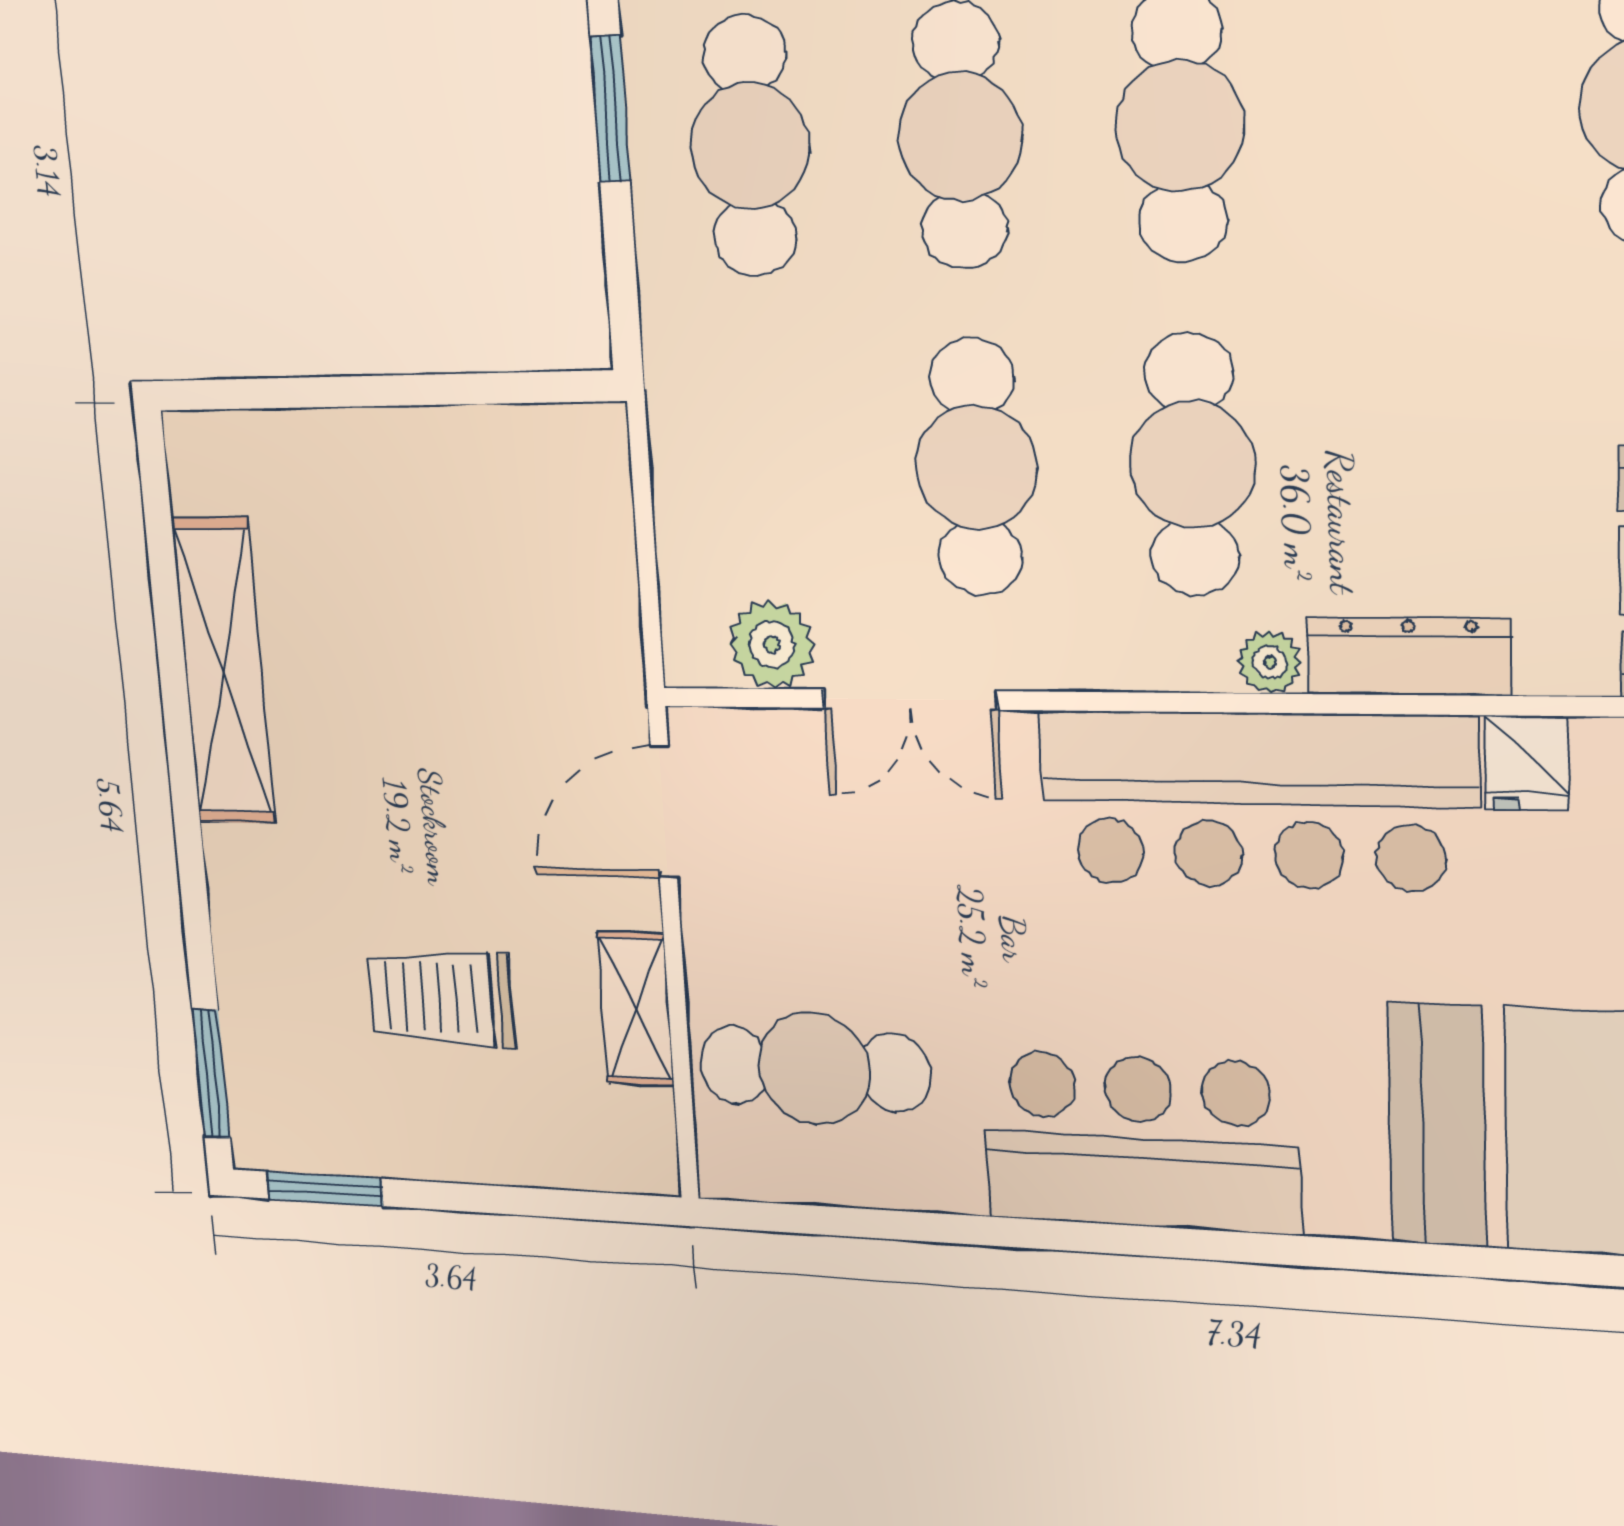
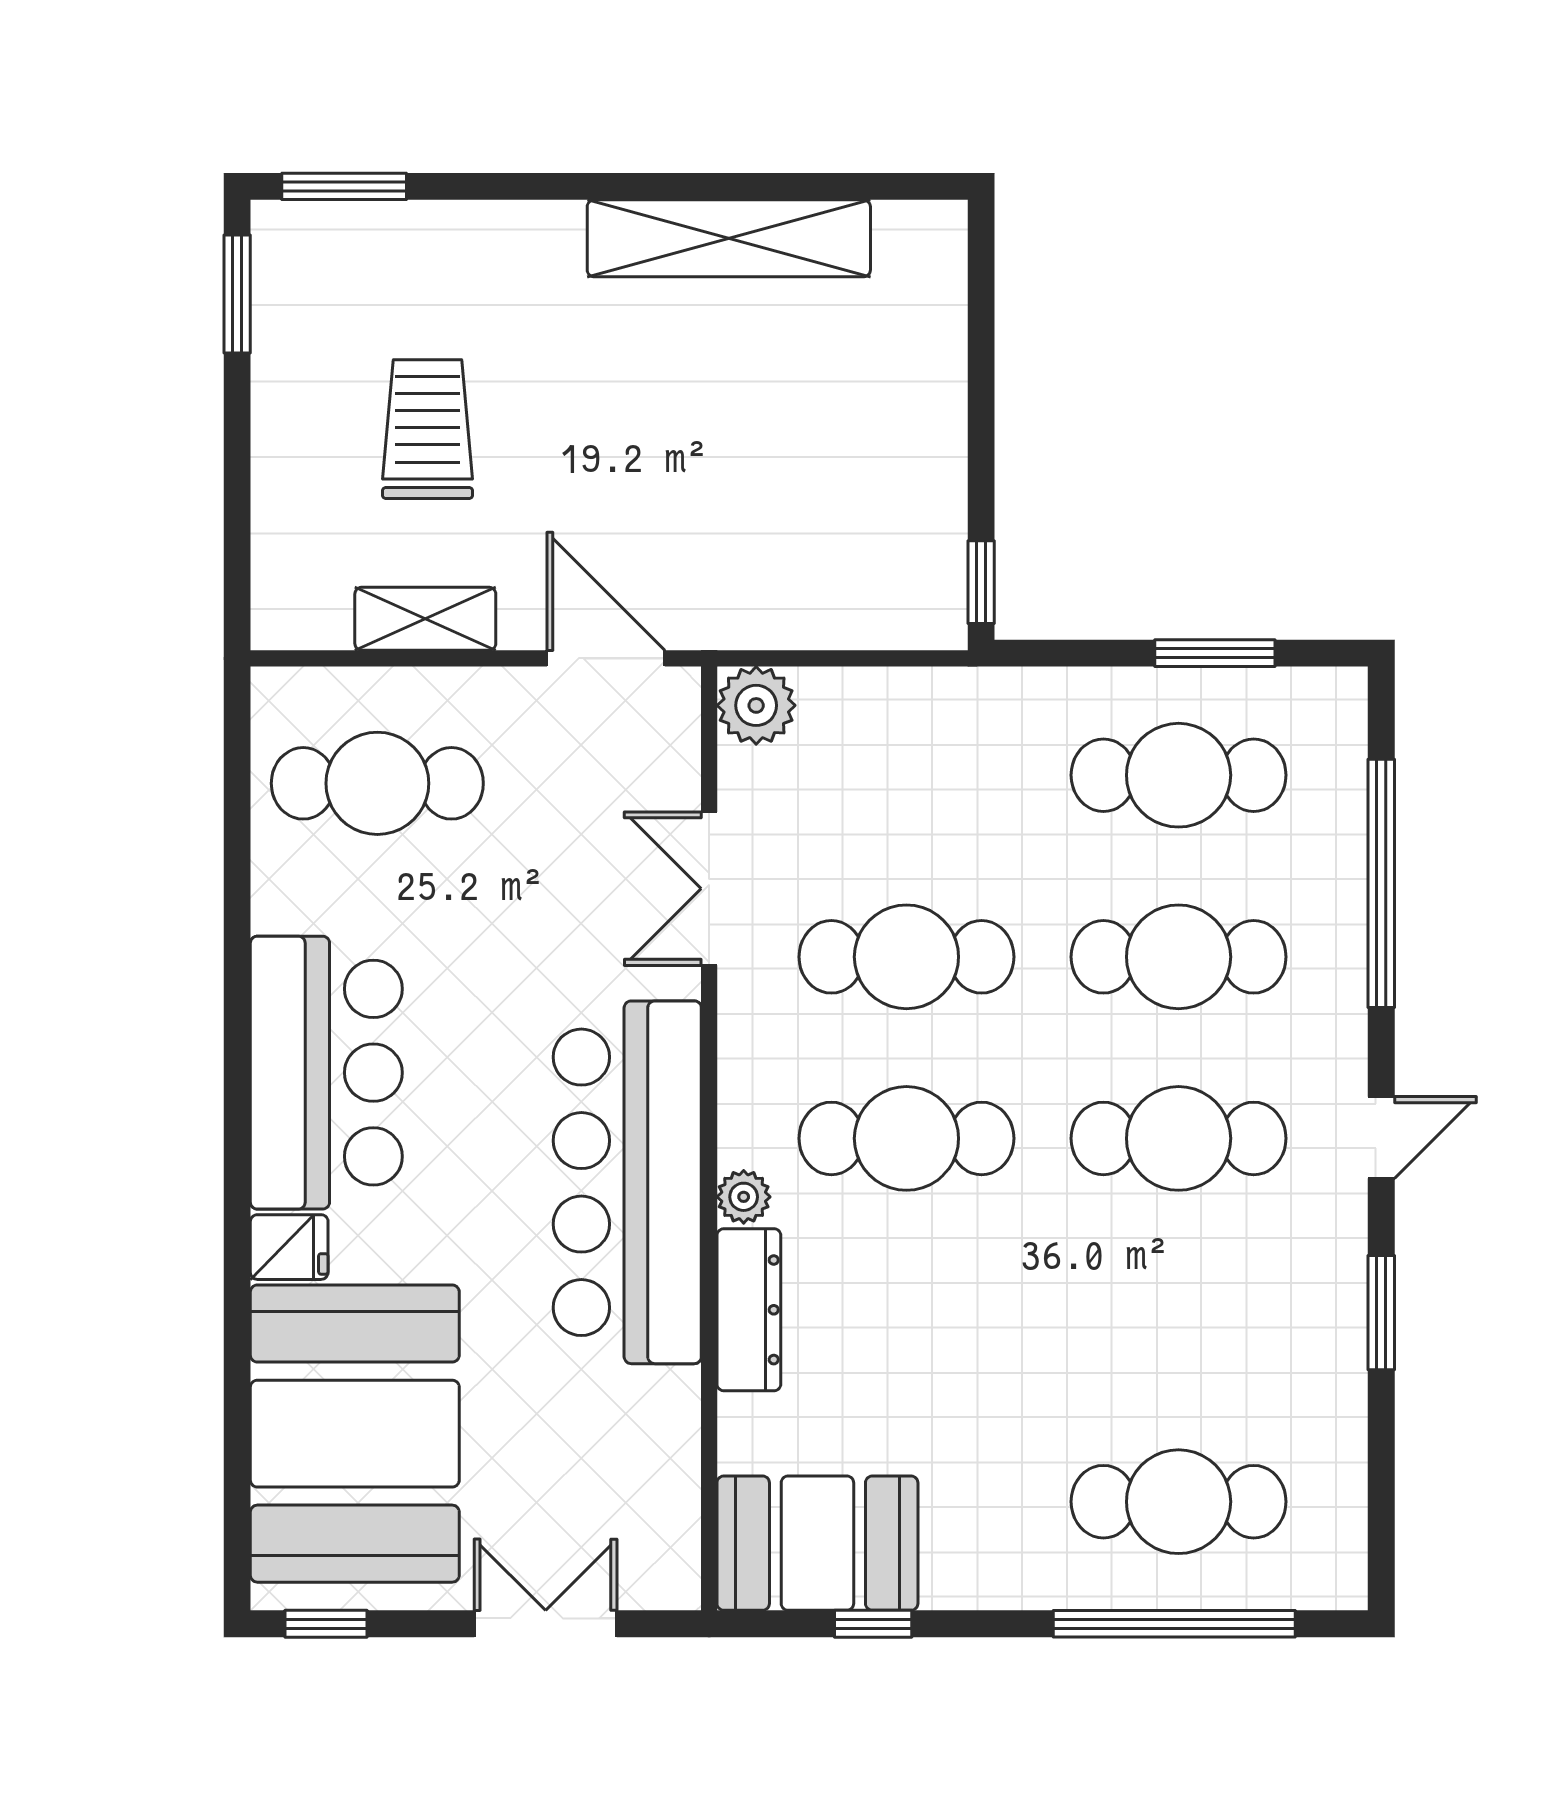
window: (552, 387) -> (981, 582), added
plant: (772, 644) -> (756, 705), moved
fridge: (1527, 763) -> (289, 1247), moved, turned 180
cafe table: (814, 1069) -> (377, 783), turned 90

